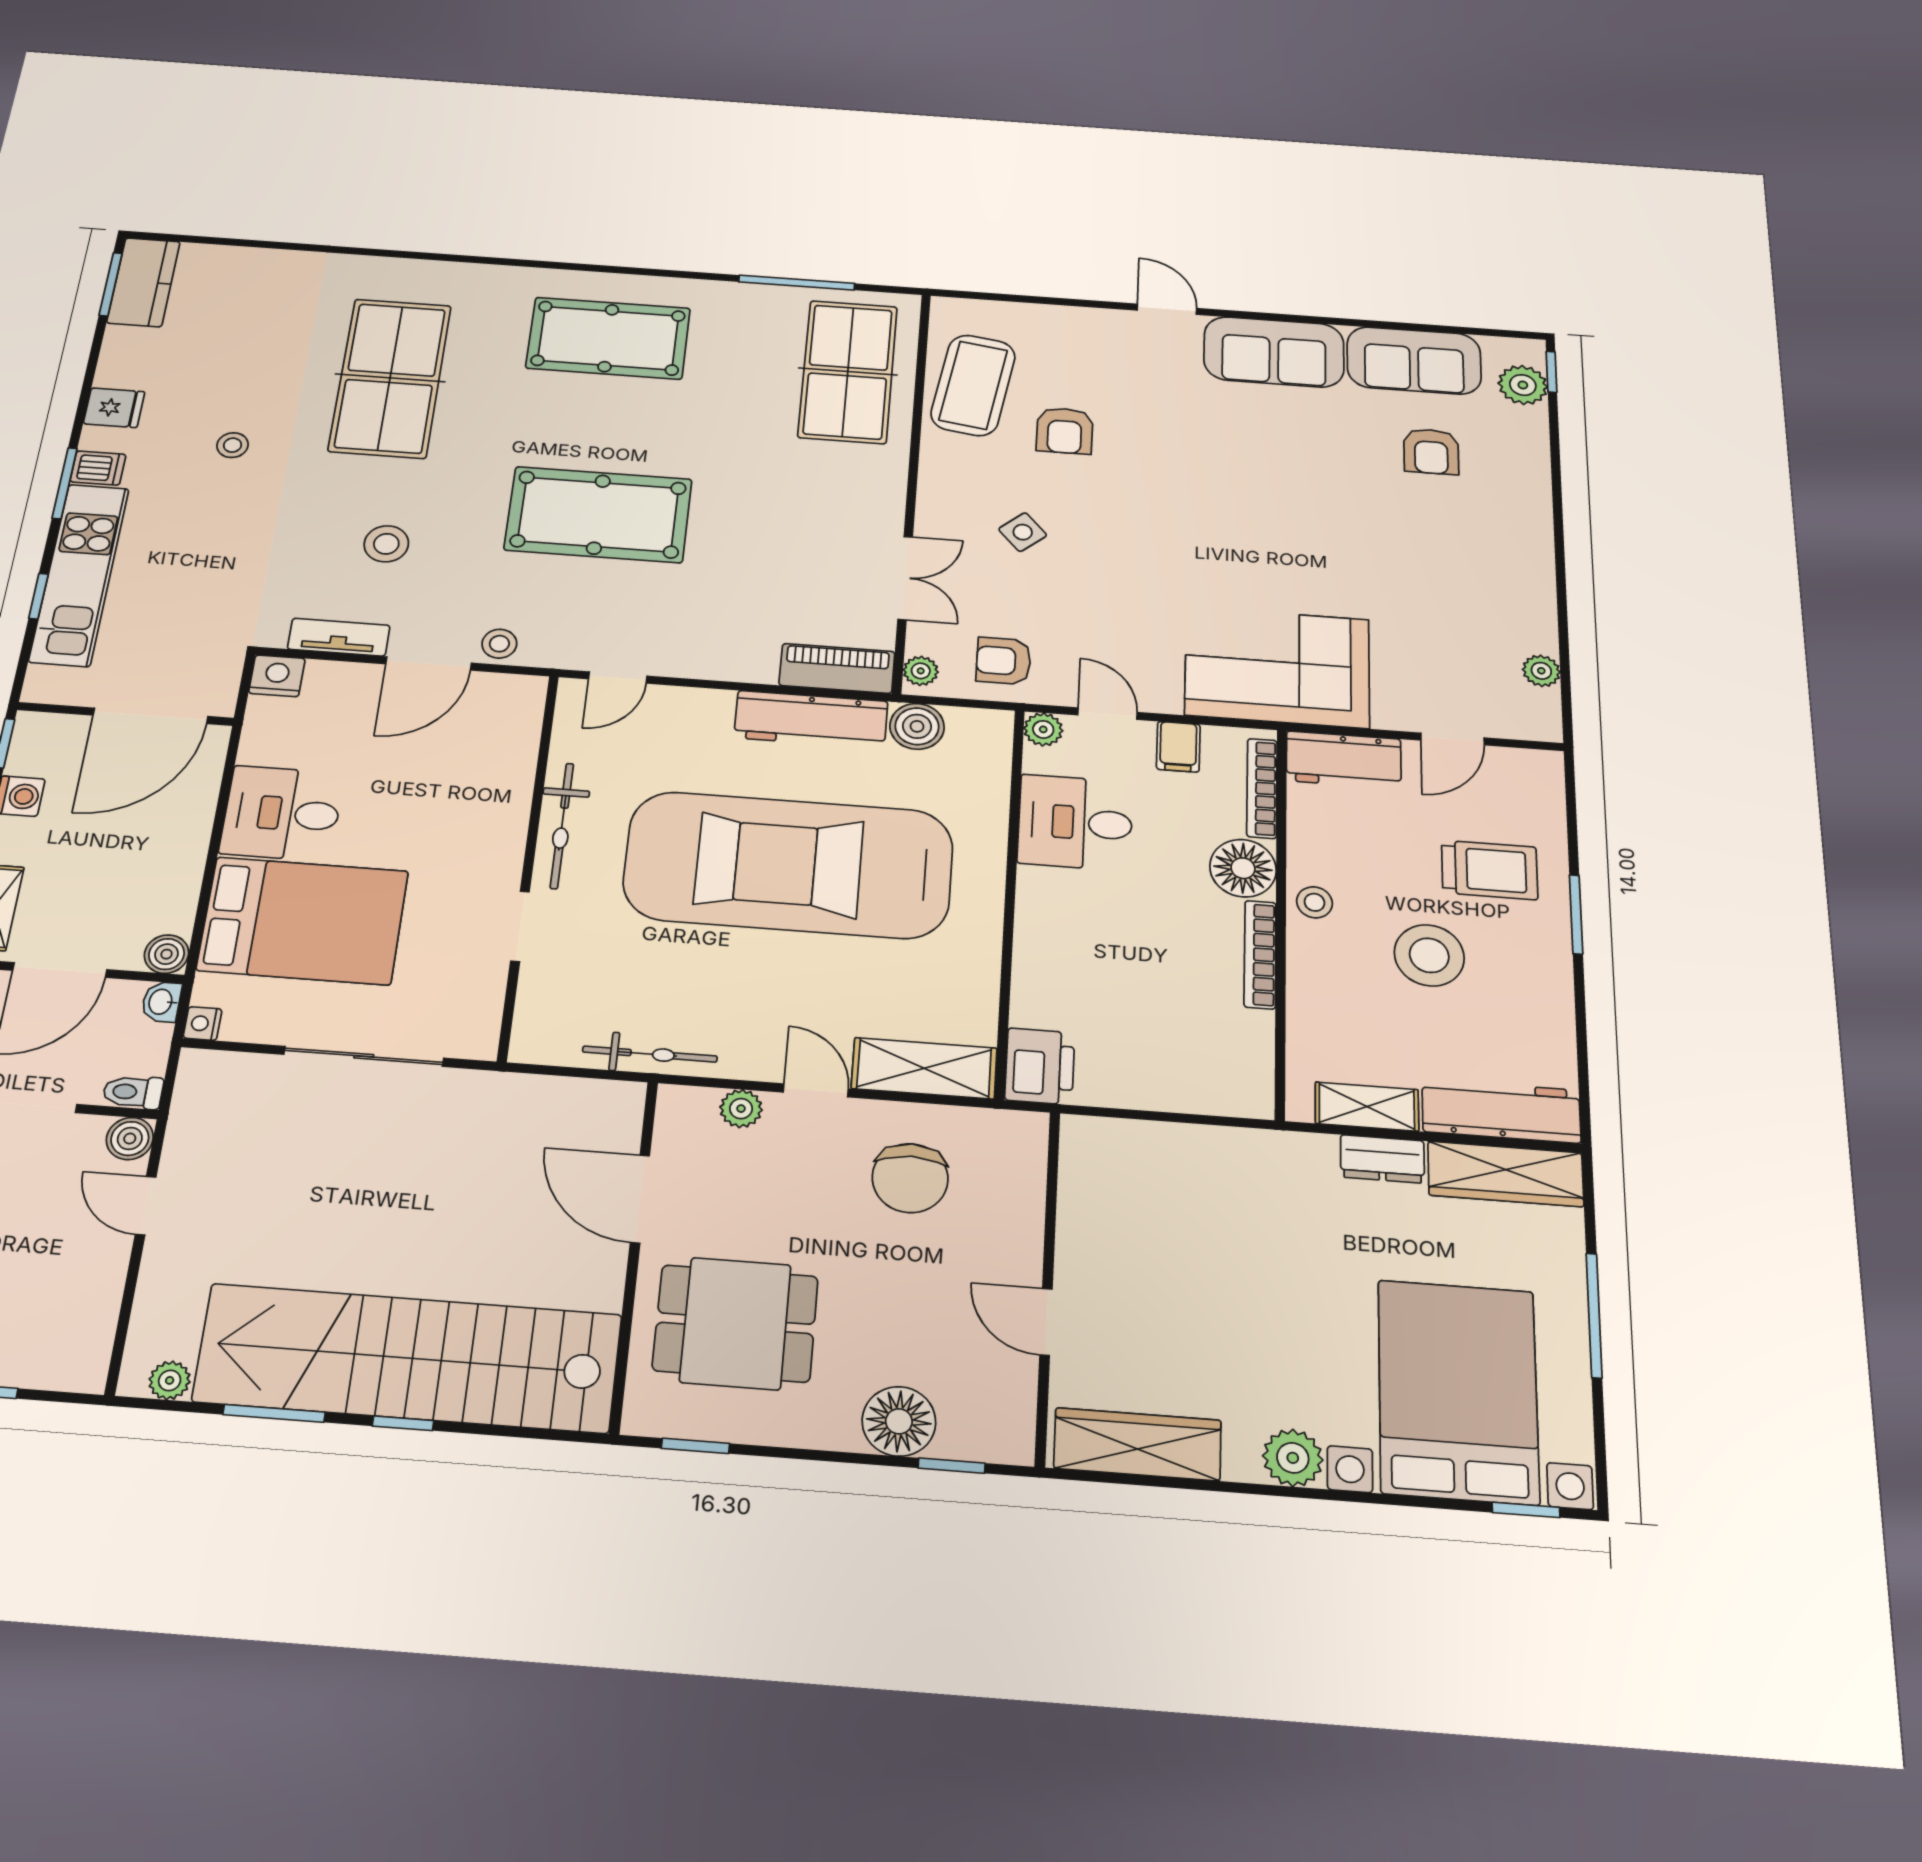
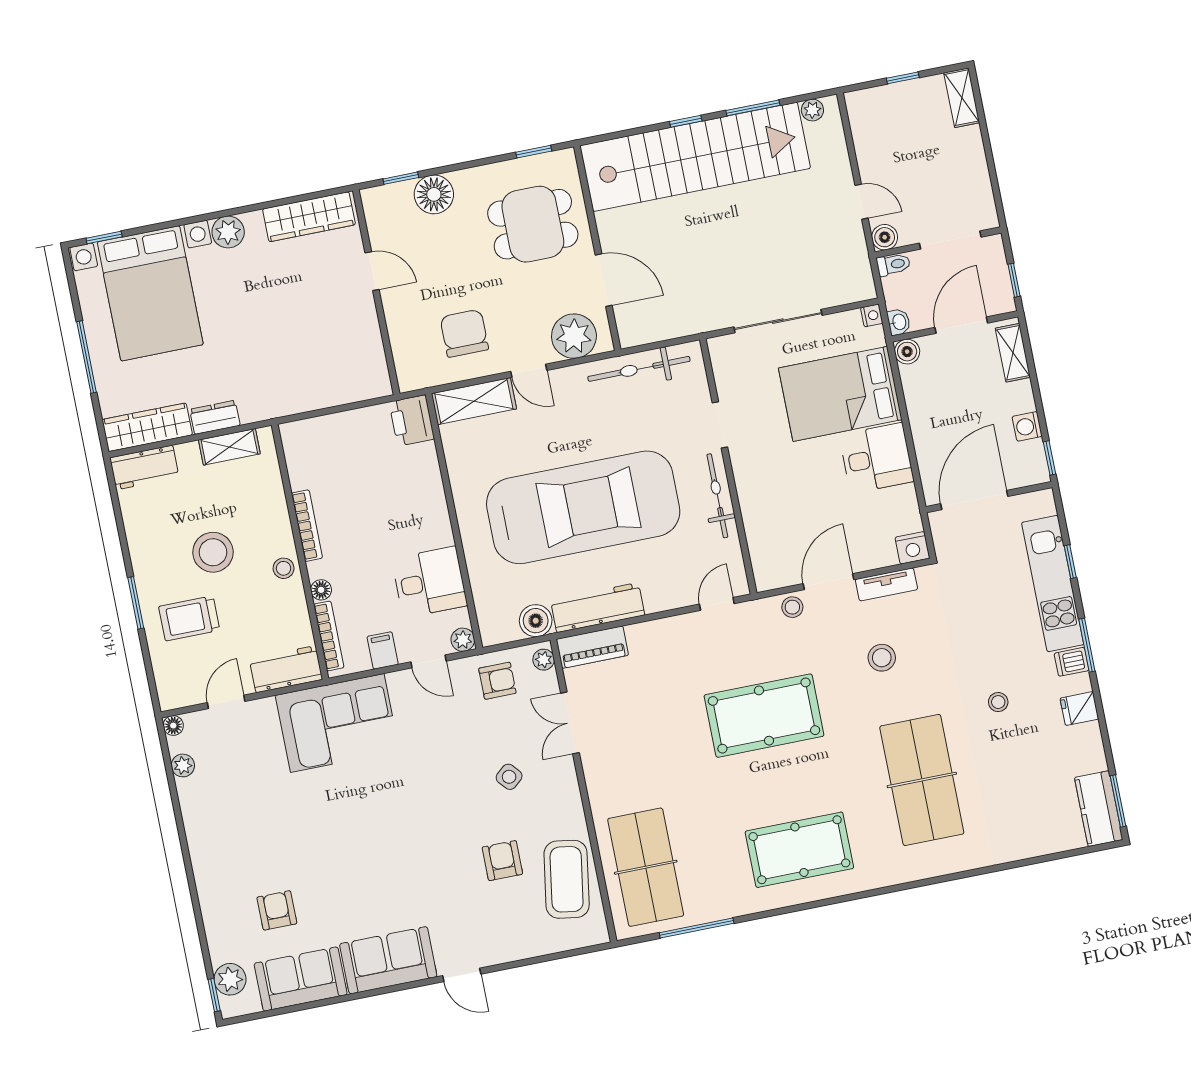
floor lamp: (1546, 728) -> (173, 726), added
floor lamp: (1243, 868) -> (321, 590), width x0.53, depth x0.53
bicycle: (650, 1054) -> (639, 369), width x1.37, depth x1.40
plant: (741, 1109) -> (574, 336), width x1.87, depth x1.87
workbench: (1501, 1111) -> (144, 467), width x0.73

